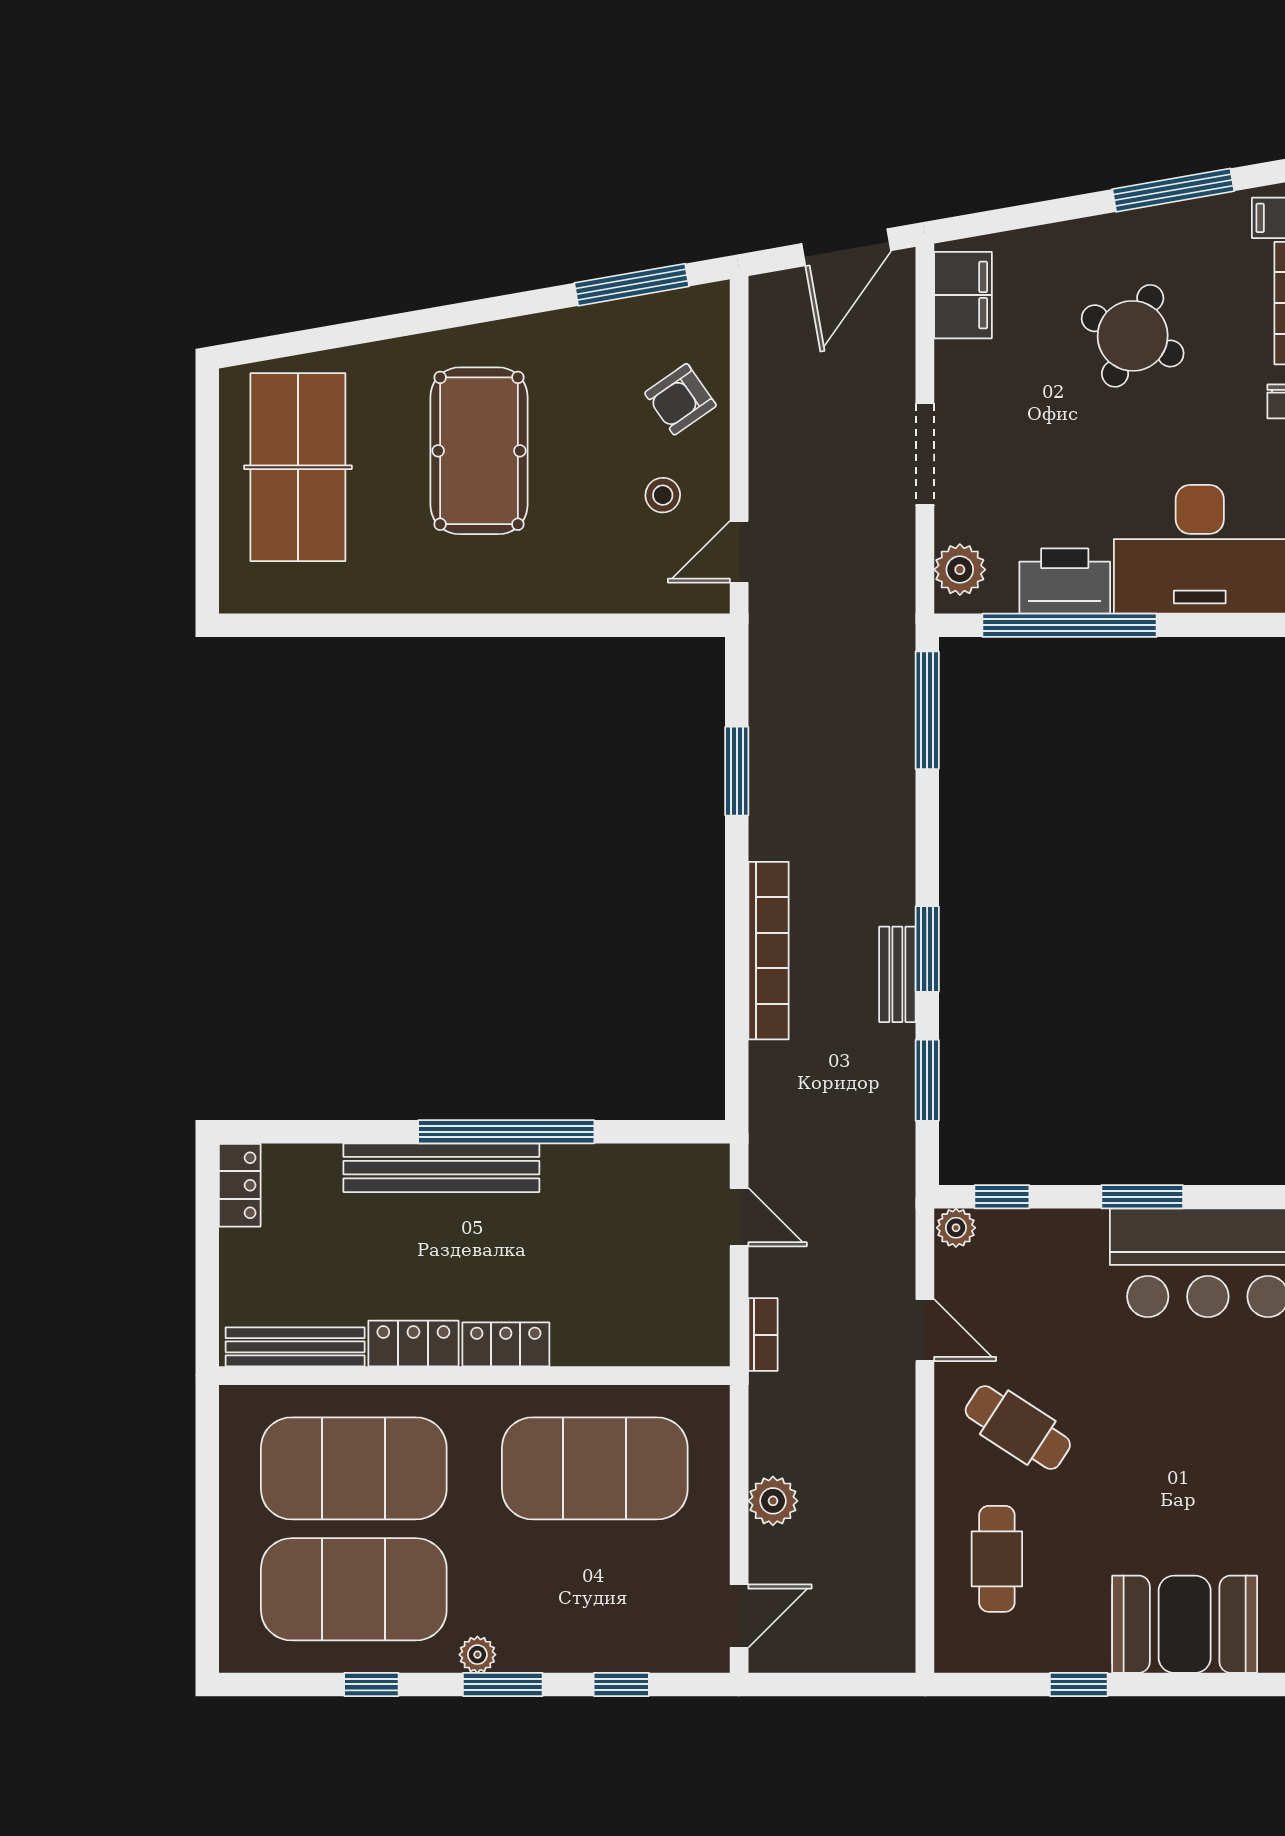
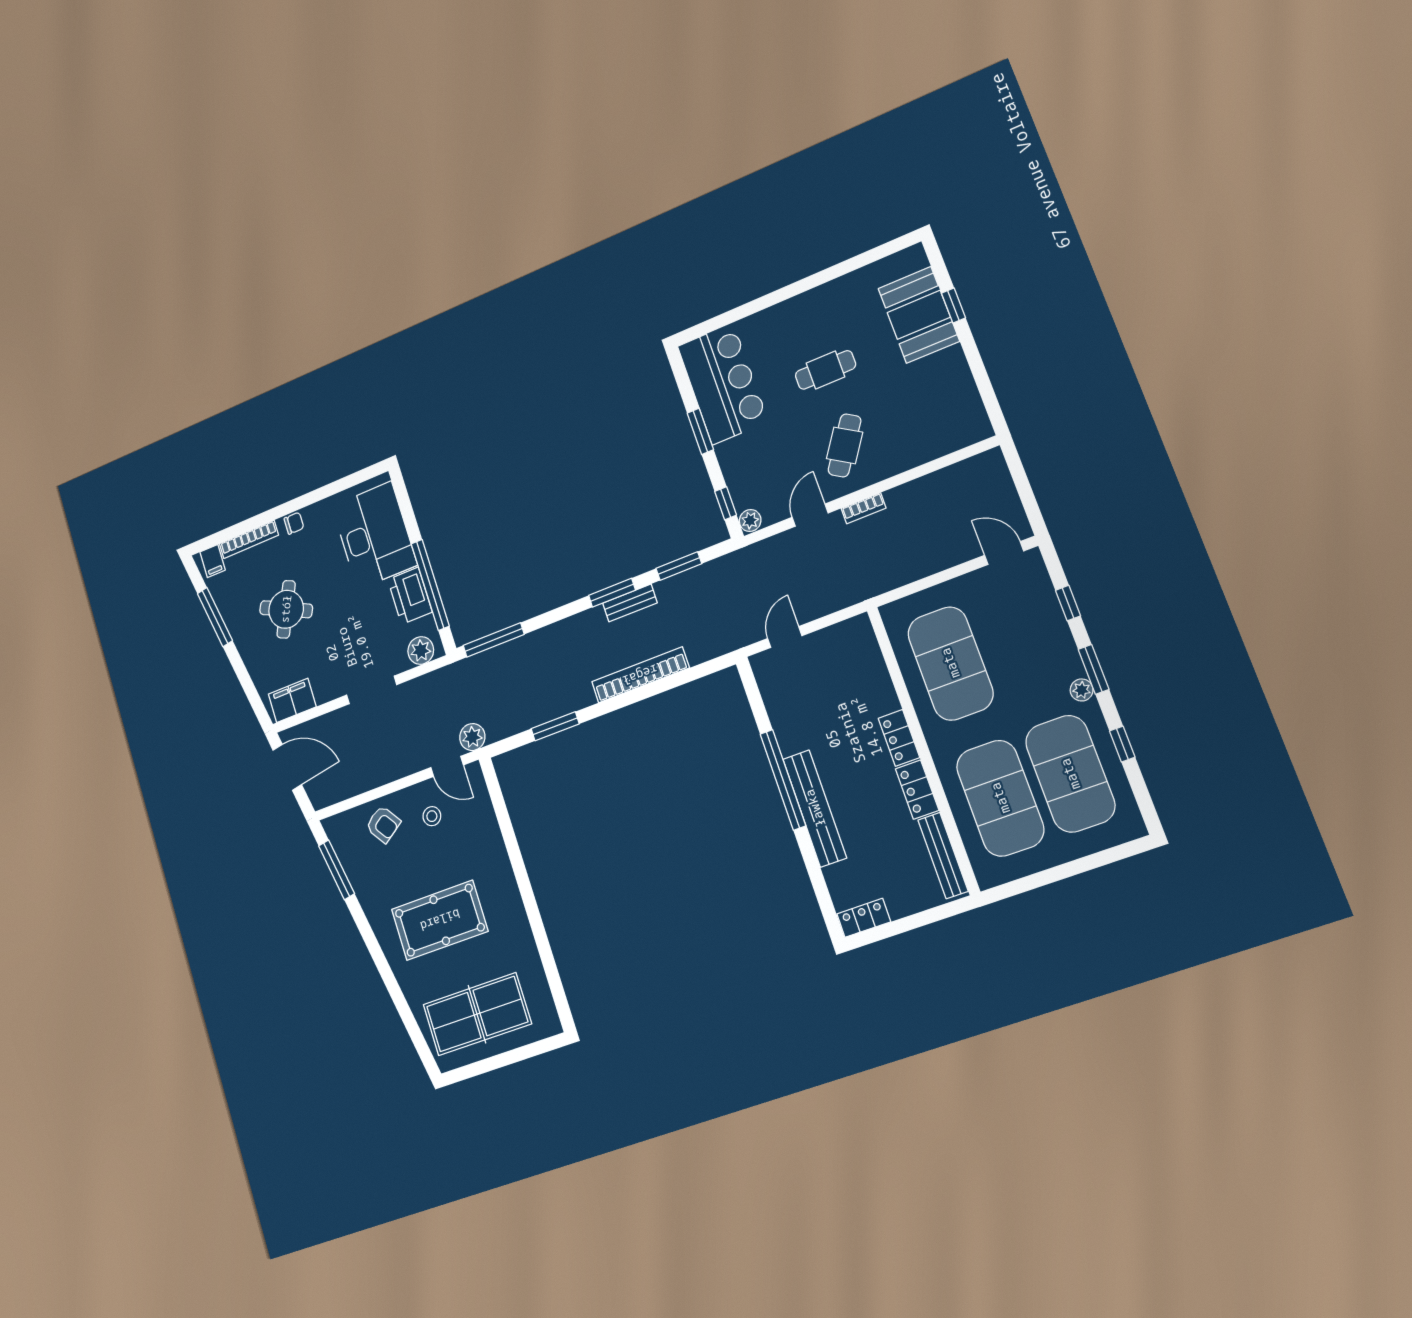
bookcase: (763, 1335) -> (864, 508), moved, turned 180
plant: (773, 1501) -> (472, 737), moved
cafe table: (997, 1559) -> (825, 370), moved
window: (1079, 1684) -> (953, 305), moved

